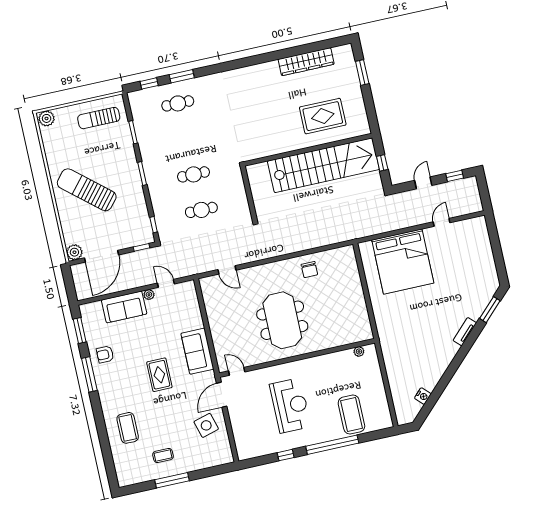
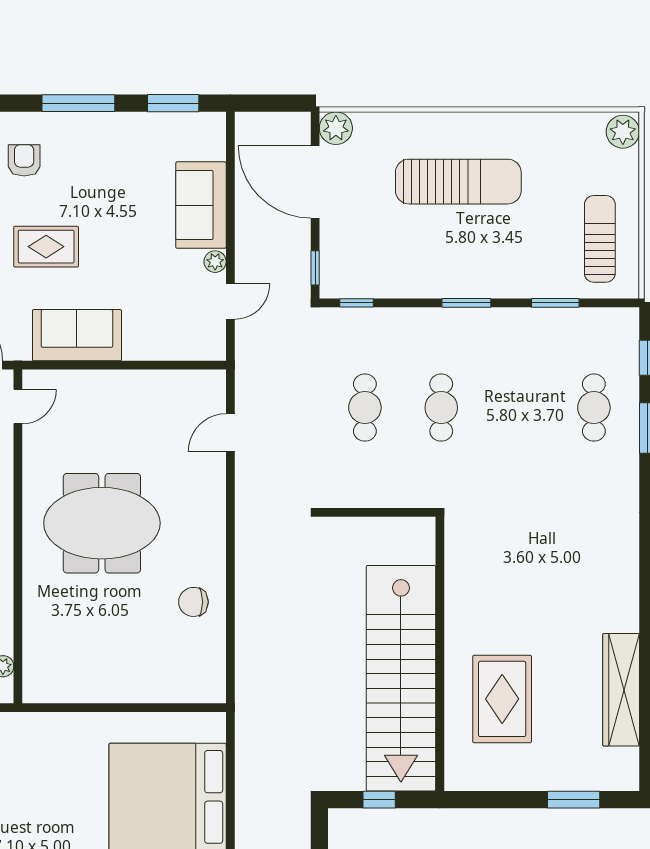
sun lounger: (87, 190) -> (458, 182), turned 50
armchair: (105, 354) -> (24, 160), moved

